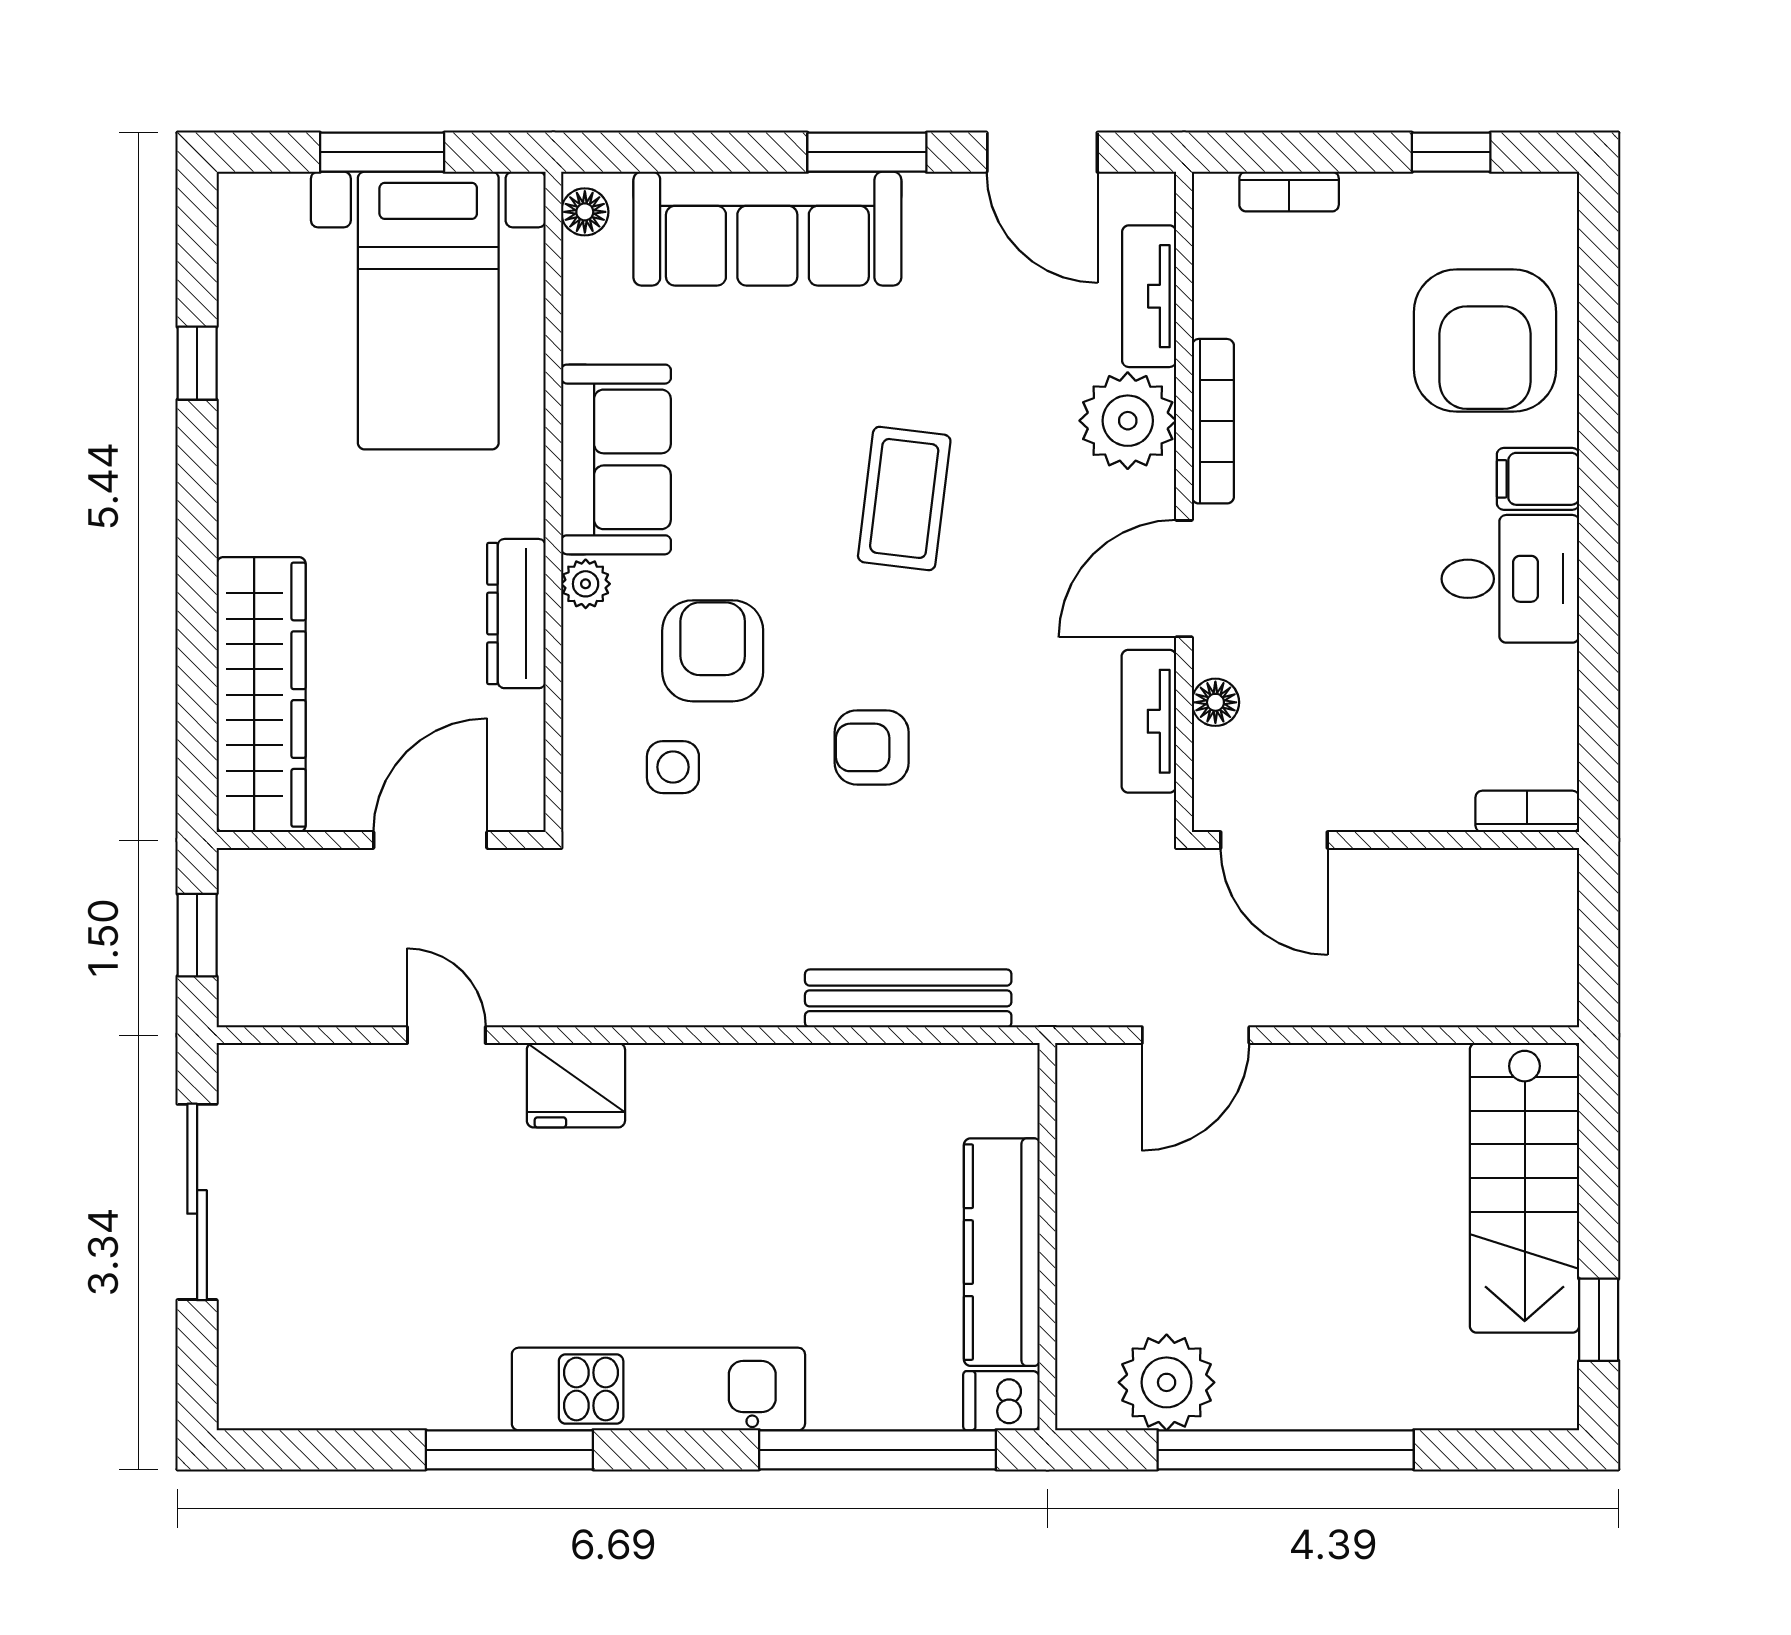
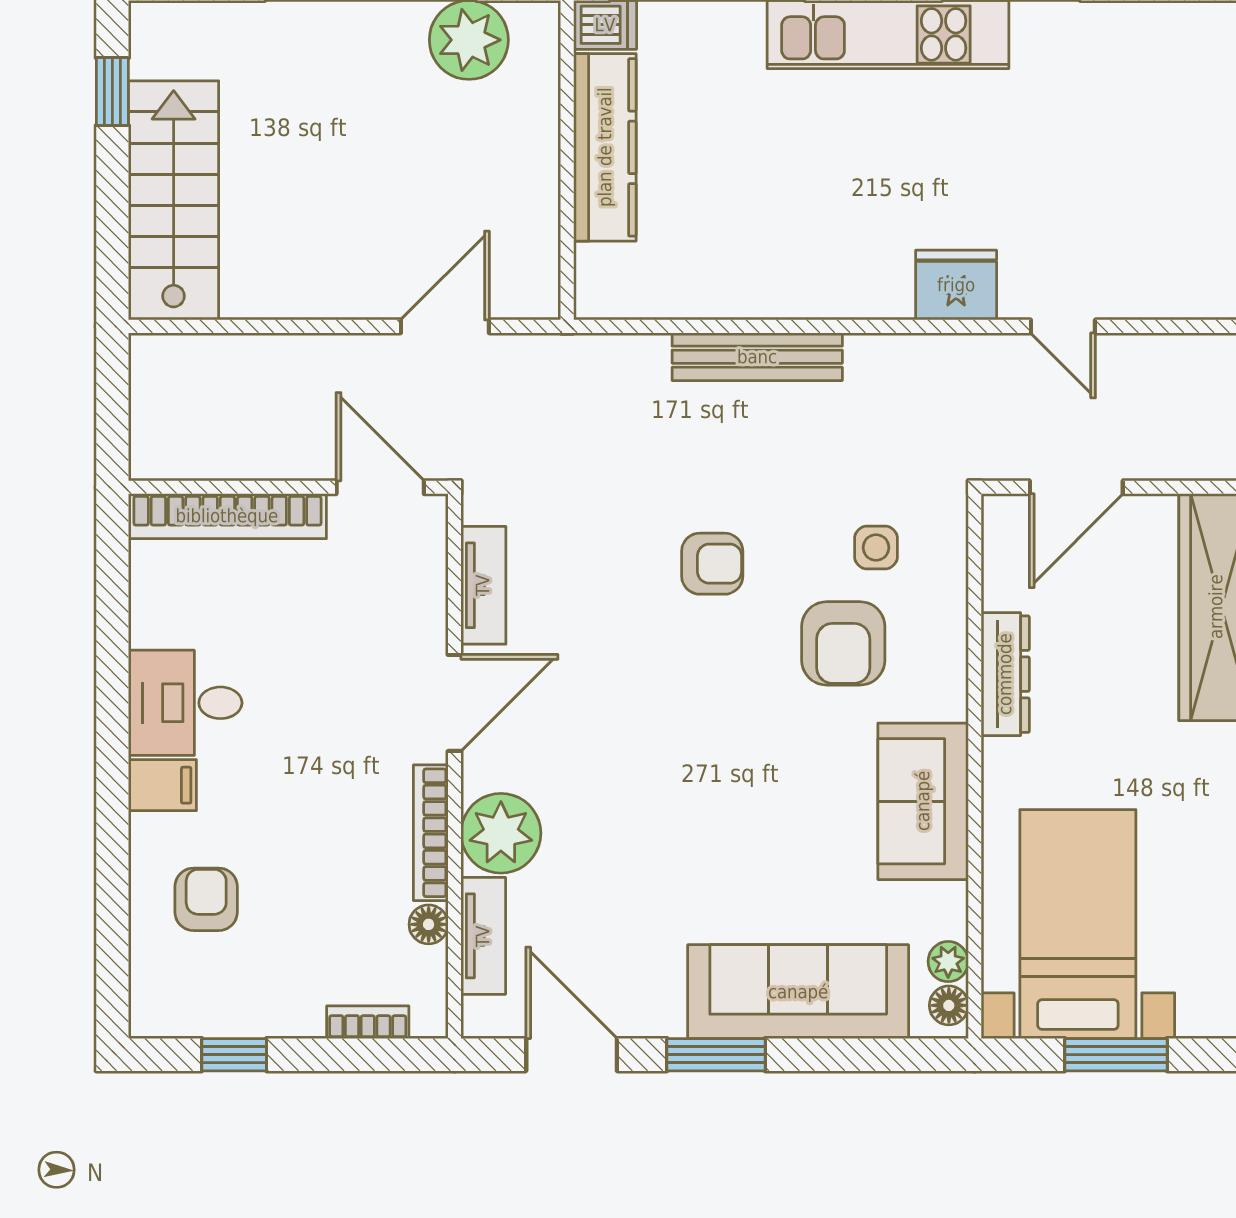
armchair: (1485, 341) -> (206, 899), width x0.53, depth x0.53
coffee table: (904, 498) -> (685, 769), removed
plant: (586, 584) -> (948, 962), moved
floor lamp: (1215, 702) -> (429, 924), moved
bookcase: (1527, 811) -> (227, 516), width x2.31, depth x1.31
bench: (908, 998) -> (757, 357), moved

